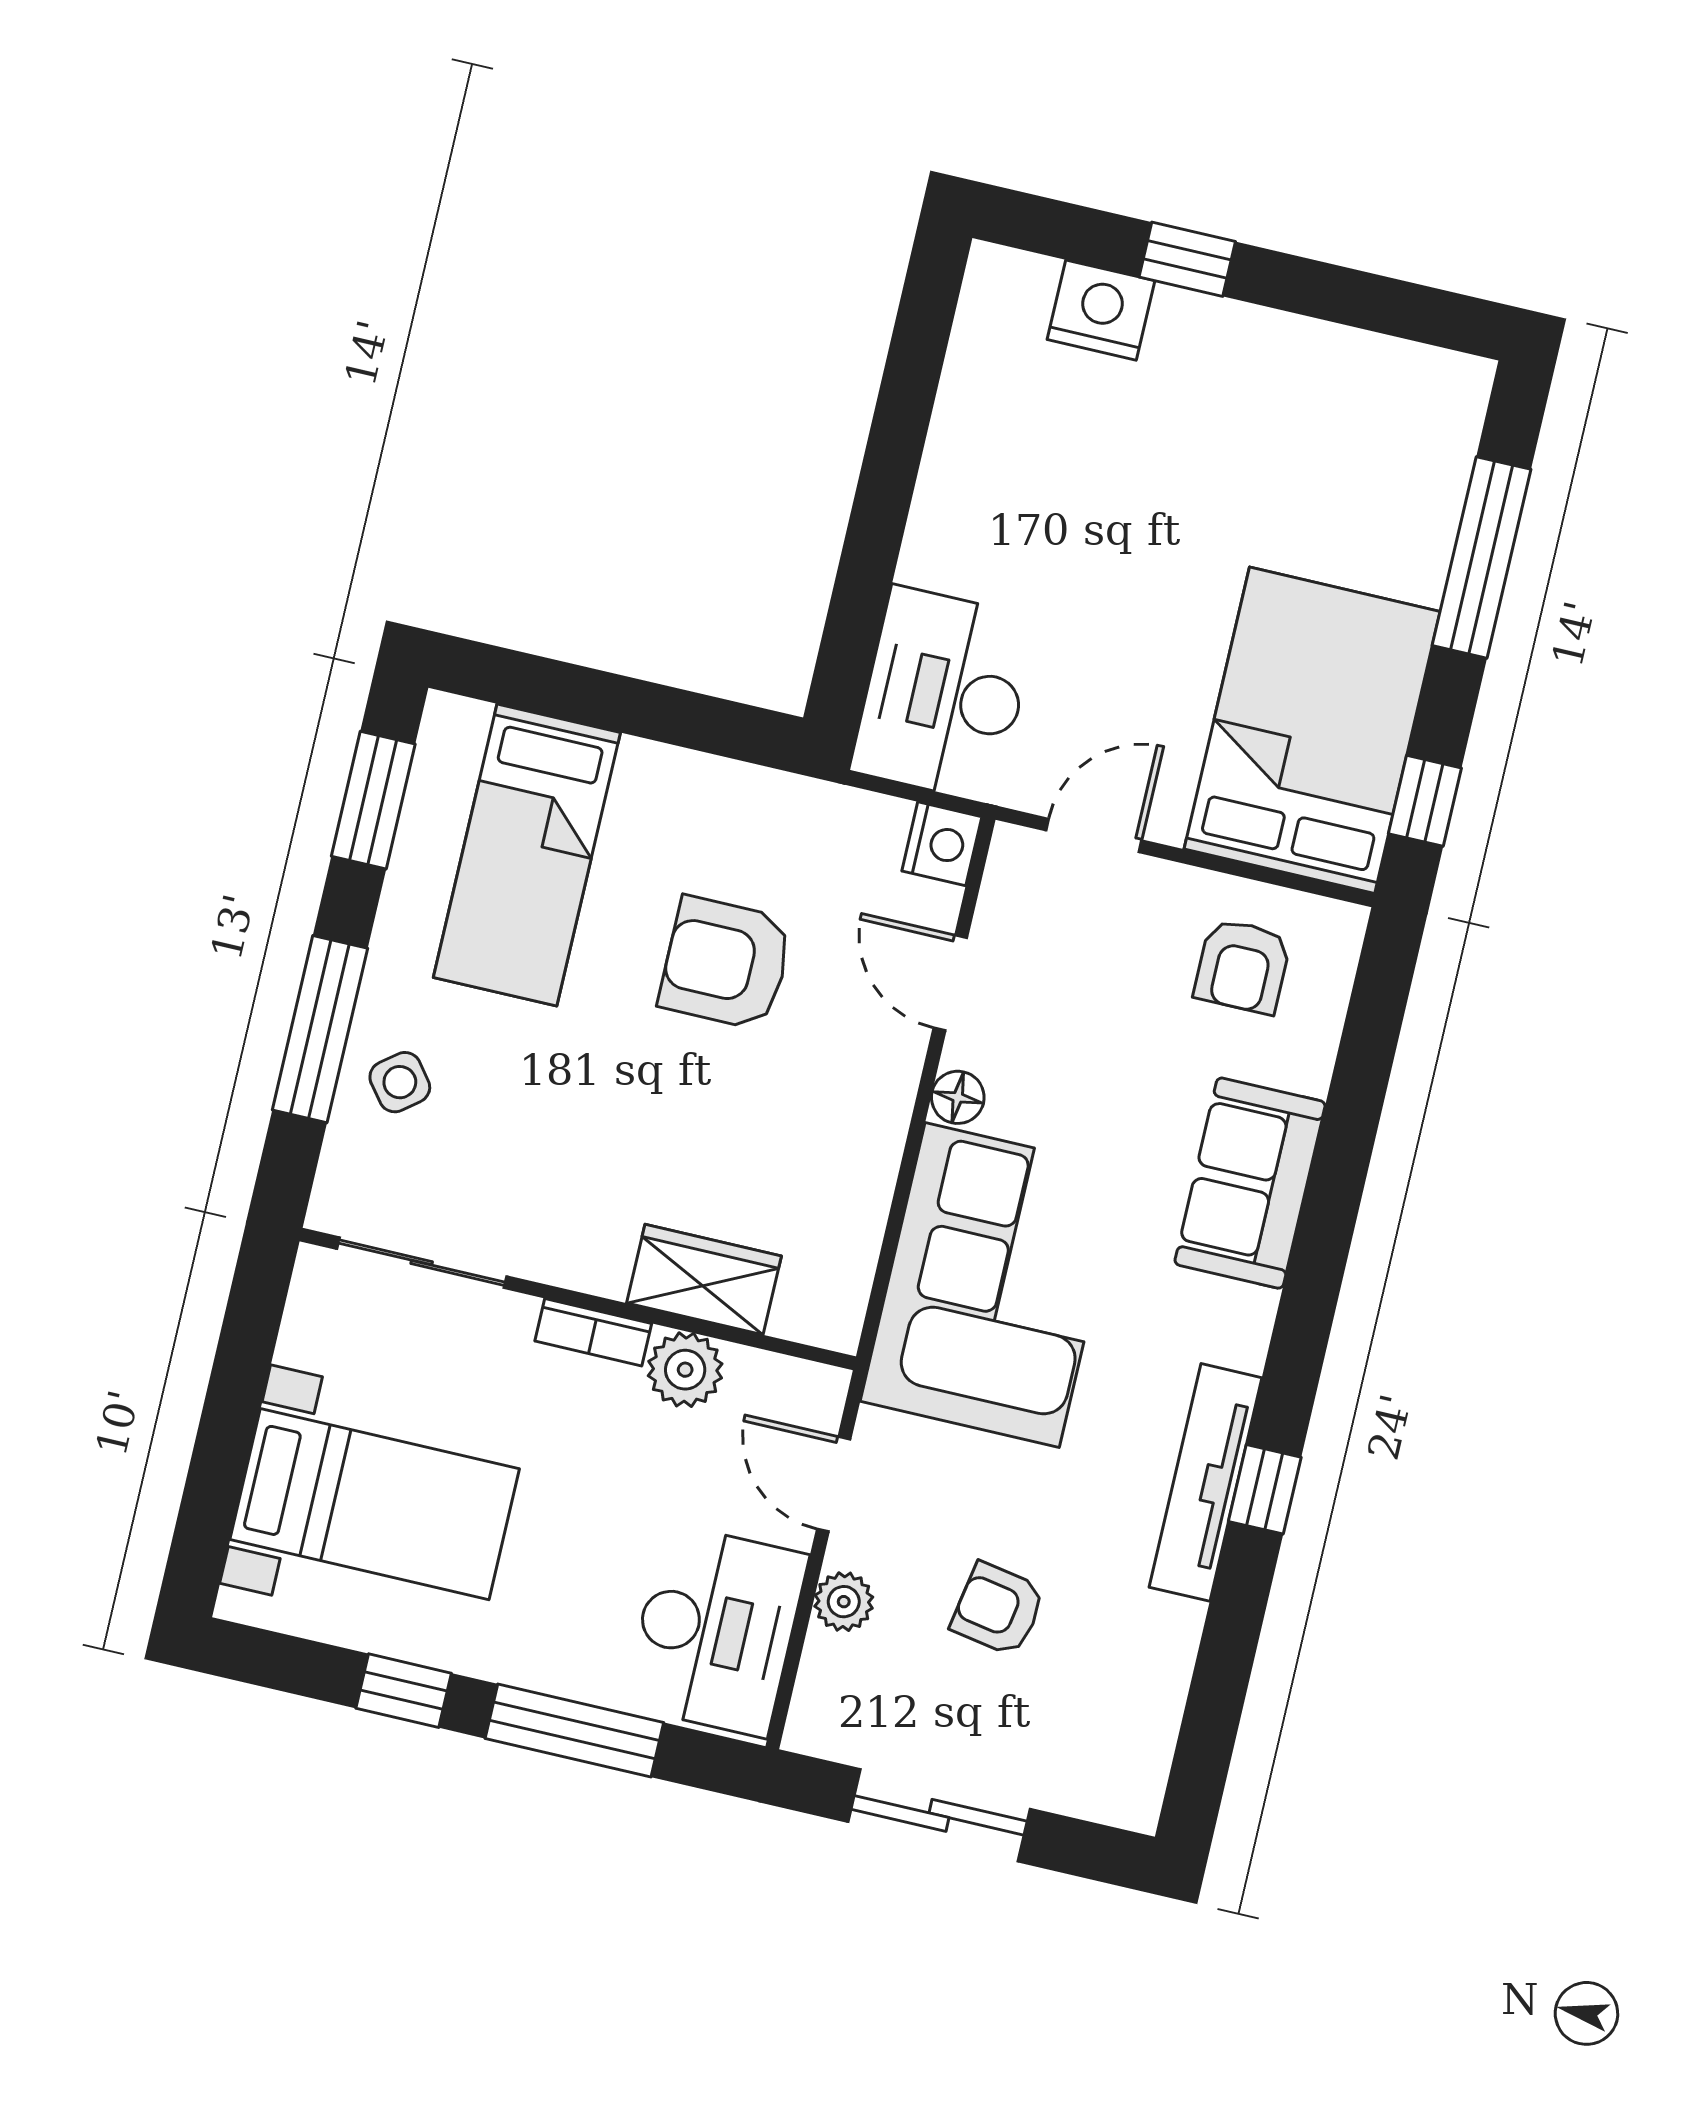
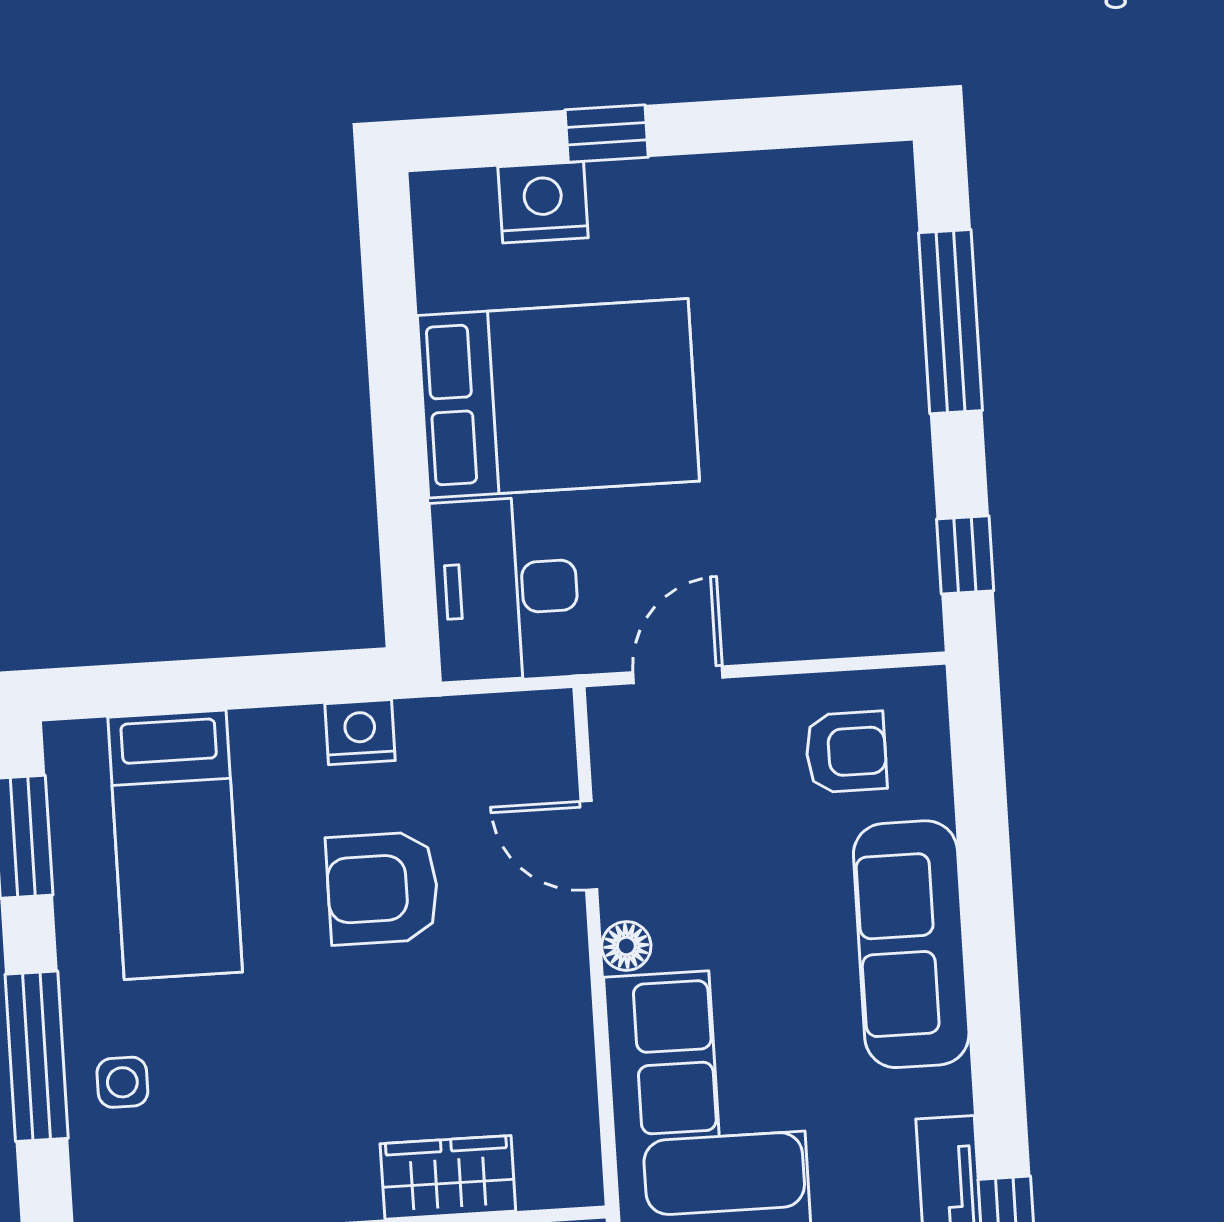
bed: (1312, 730) -> (558, 398), moved, turned 90
nightstand: (942, 844) -> (360, 732), moved, turned -90
armchair: (1242, 966) -> (846, 752), turned -90
side table: (400, 1082) -> (122, 1082), turned 38
sofa: (1250, 1183) -> (911, 944), width x1.36

